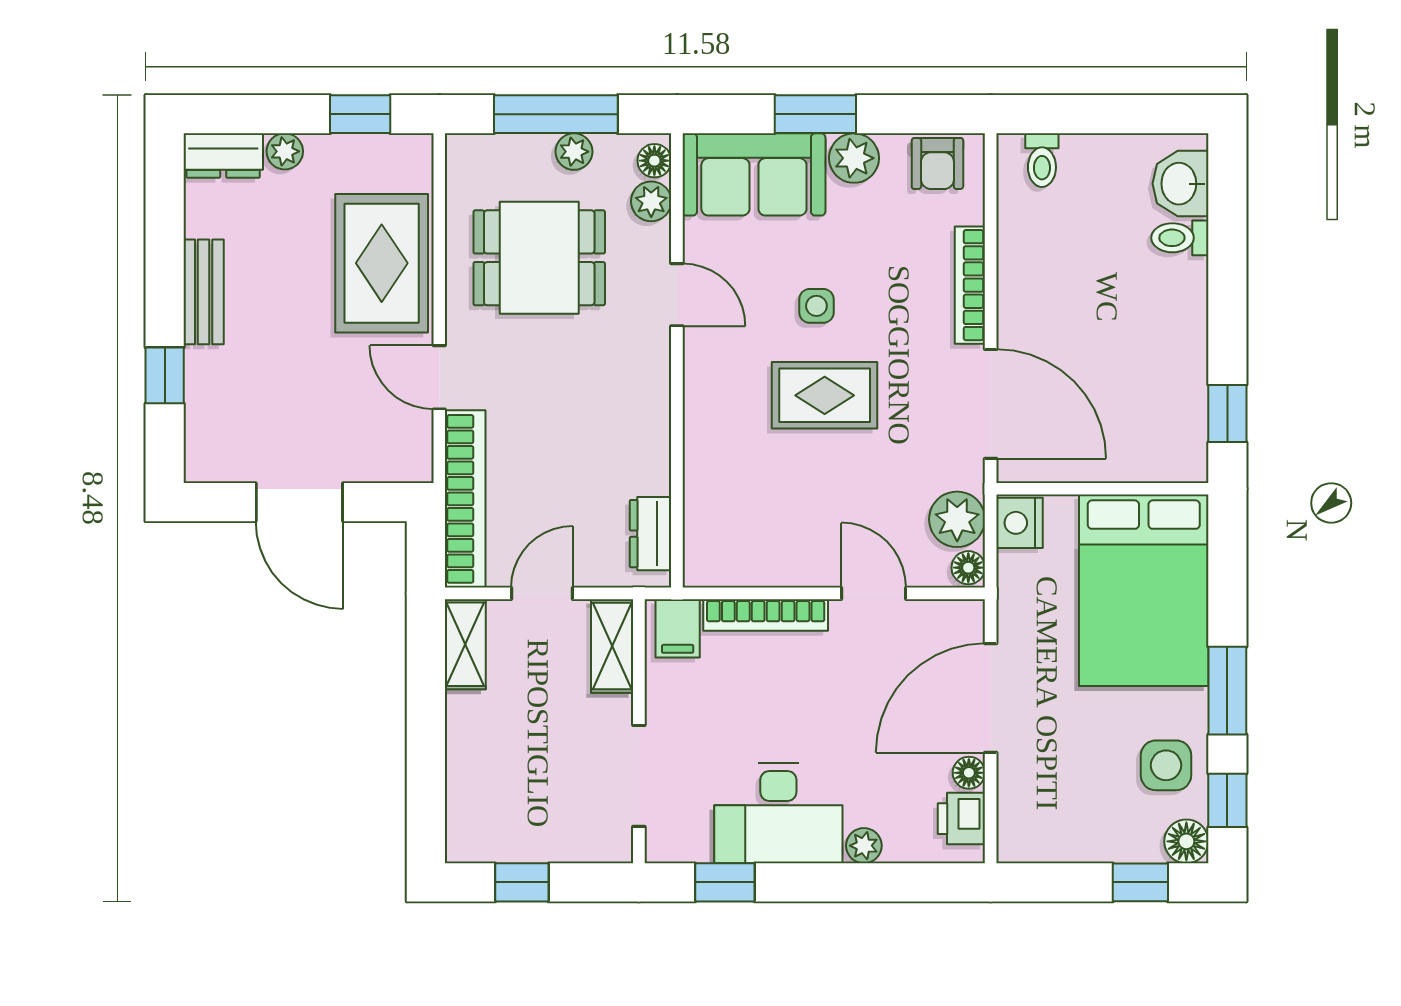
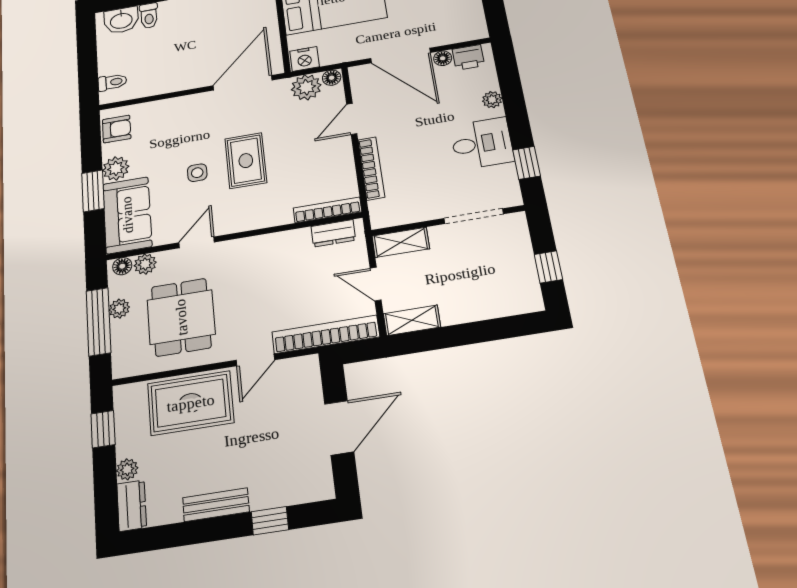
bookcase: (970, 285) -> (327, 210), moved, turned 180
filing cabinet: (678, 628) -> (385, 211), removed
desk: (778, 813) -> (482, 143), width x0.73

